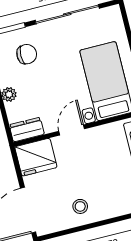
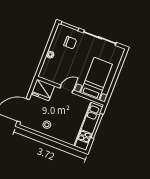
dresser: (27, 130) -> (47, 75), removed

